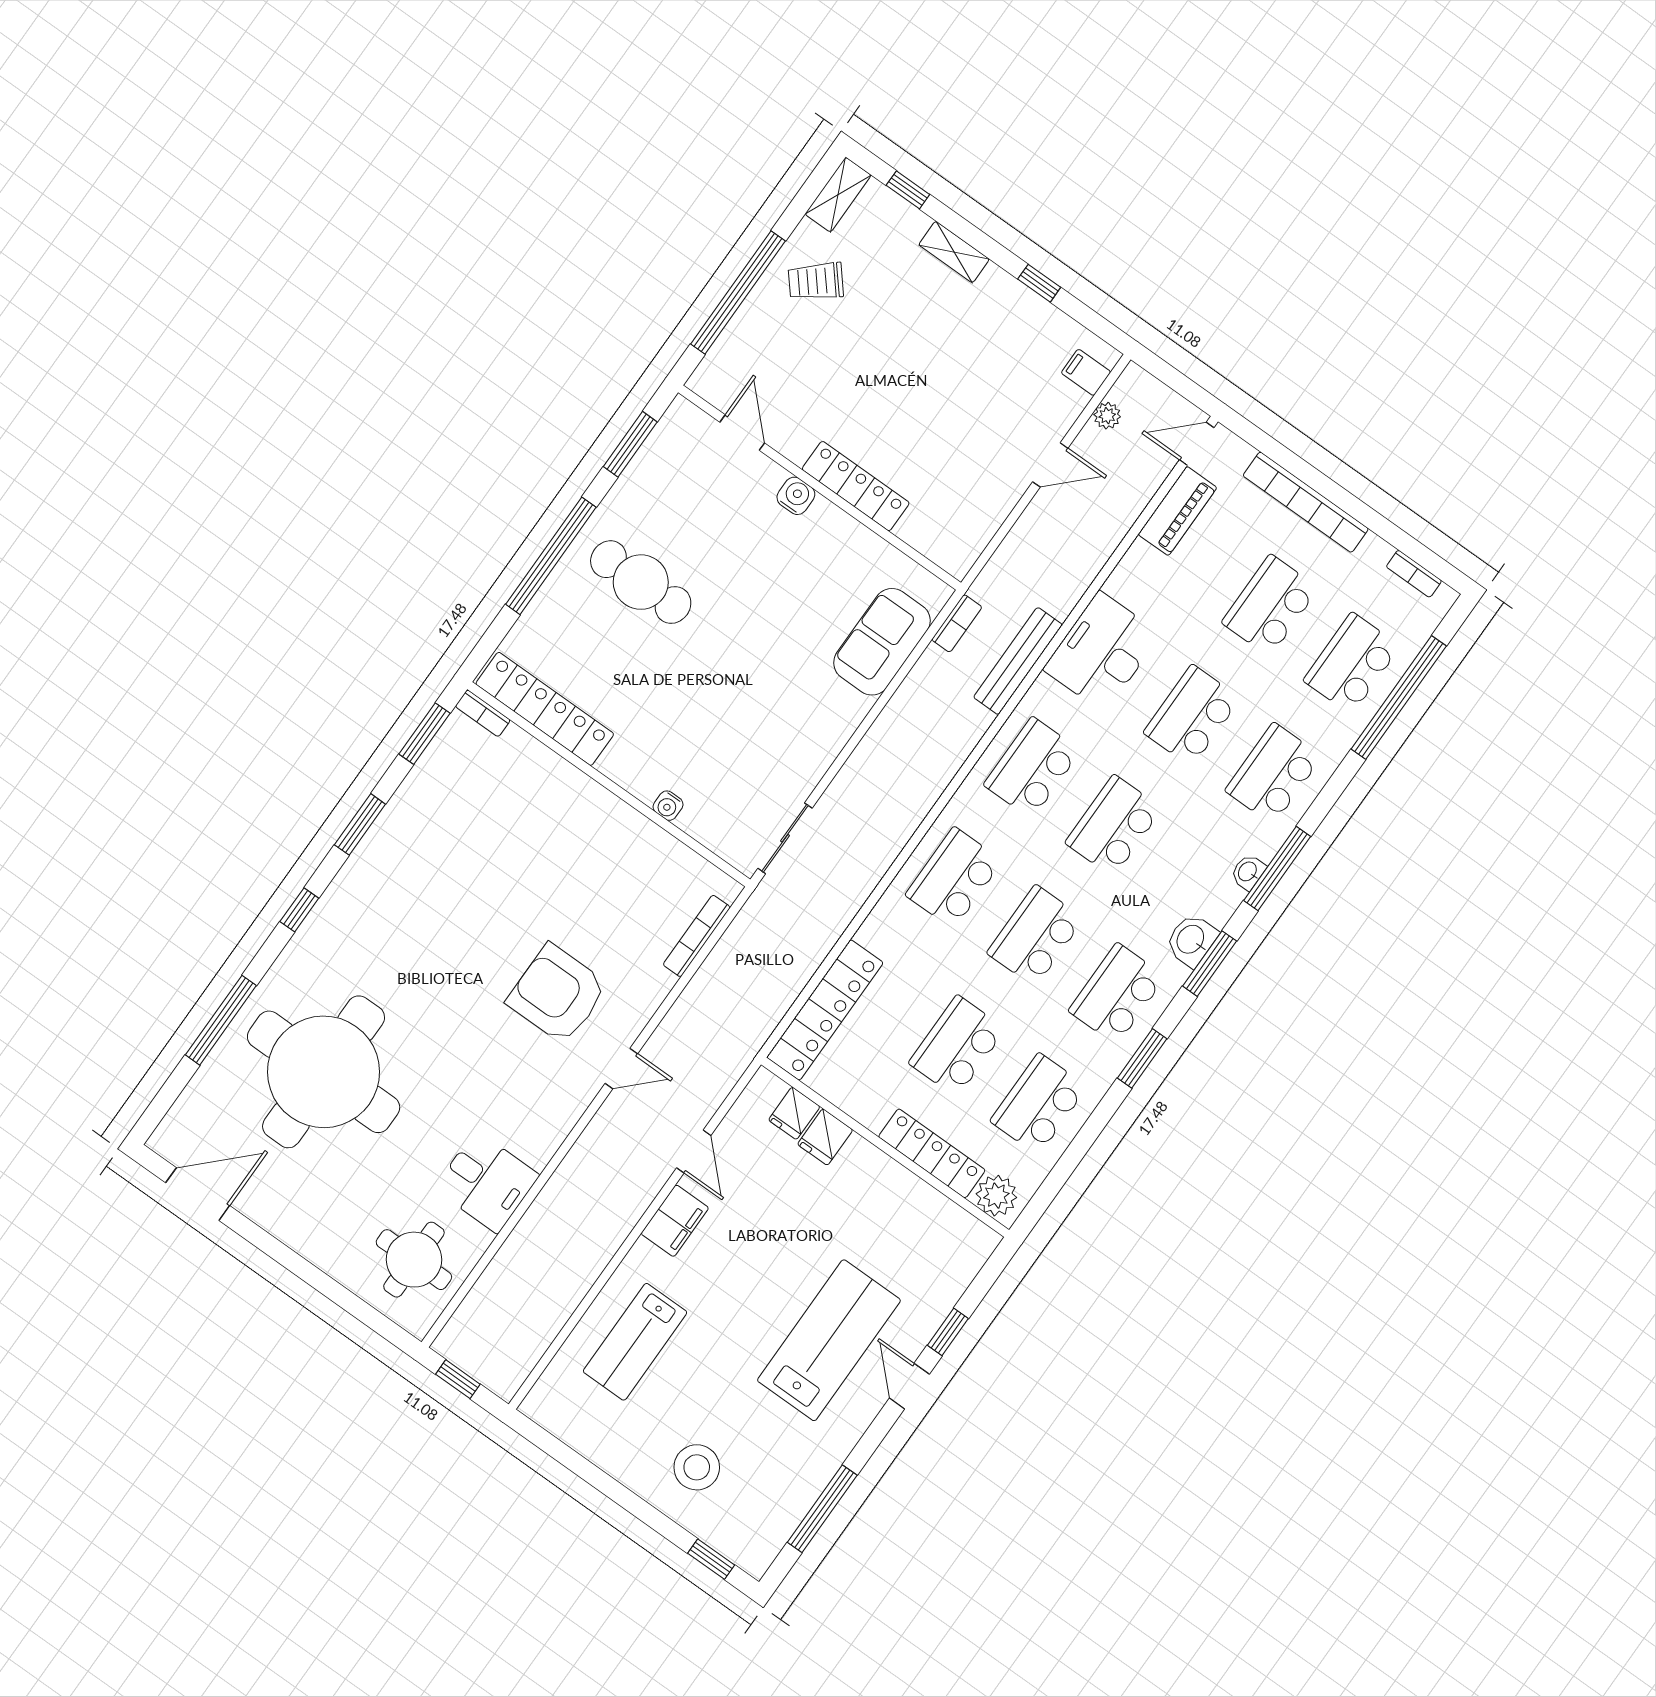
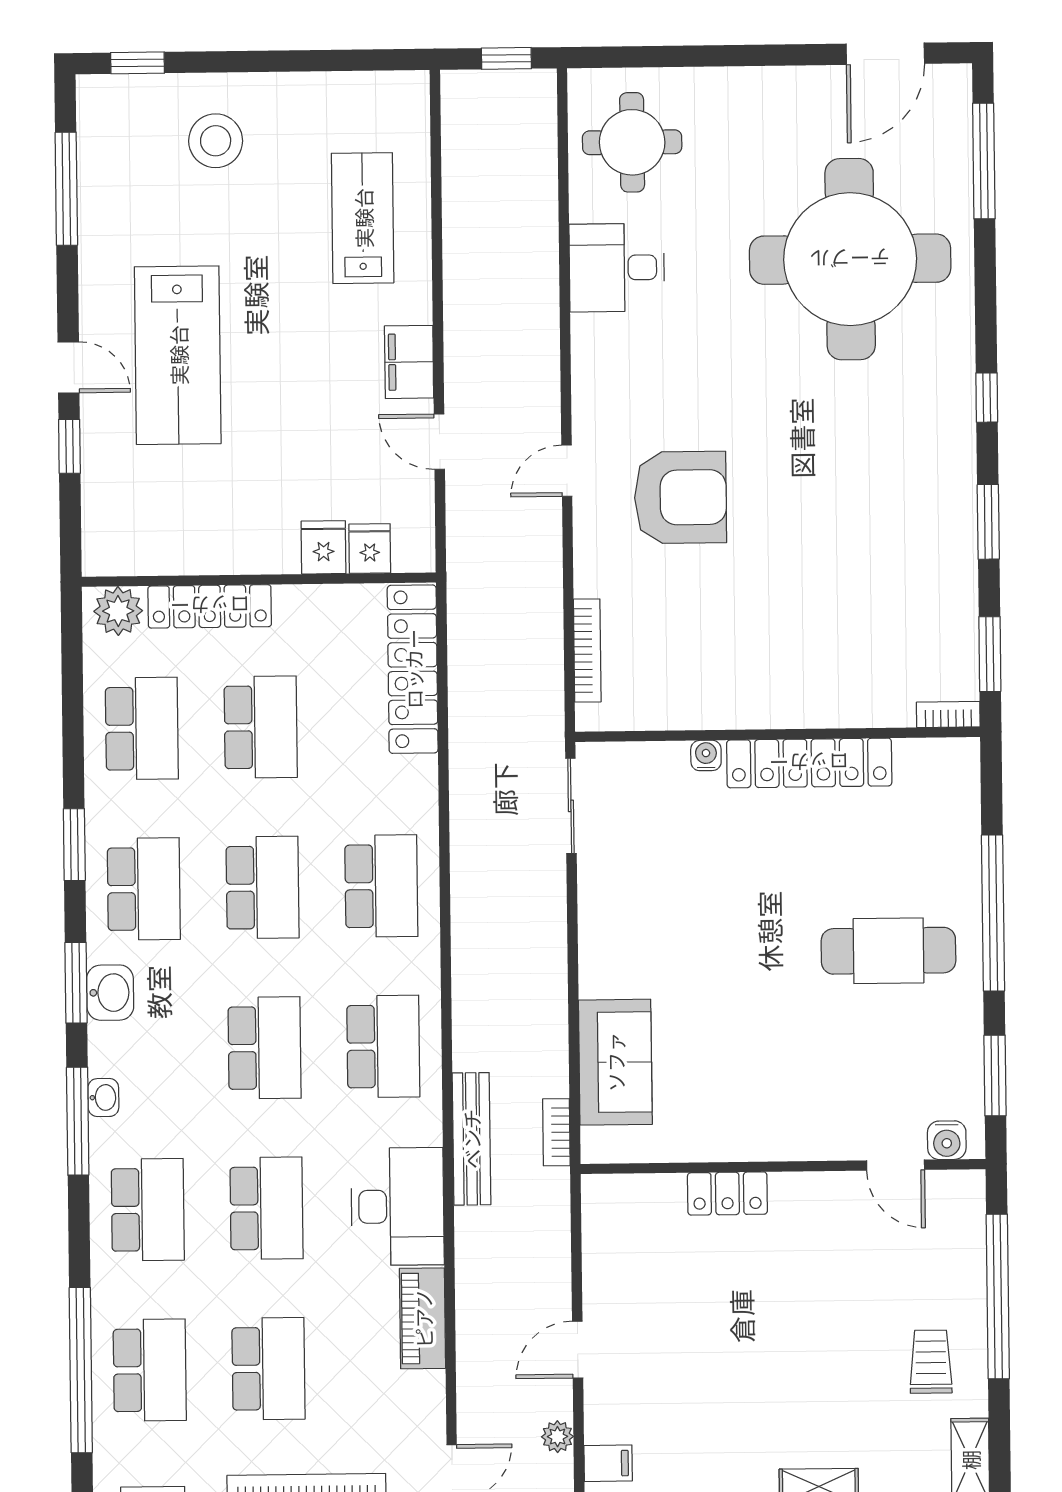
trolley: (816, 281) -> (931, 1362), turned -50
locker: (856, 486) -> (727, 1193), width x0.66
water cooler: (796, 496) -> (947, 1140), moved
piano: (1177, 511) -> (423, 1318), moved
locker: (545, 709) -> (809, 763), moved
window: (221, 1020) -> (984, 161), moved

